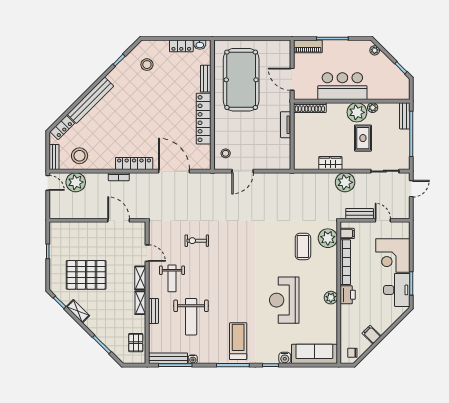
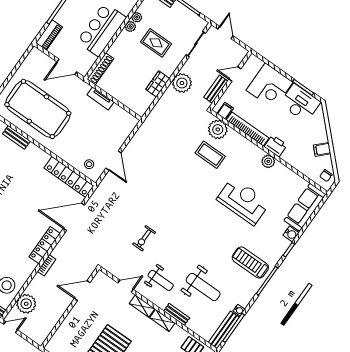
plant: (357, 112) -> (130, 27), width x0.53, depth x0.53
locker: (204, 119) -> (69, 177), moved
reception desk: (284, 300) -> (243, 201), turned 180

